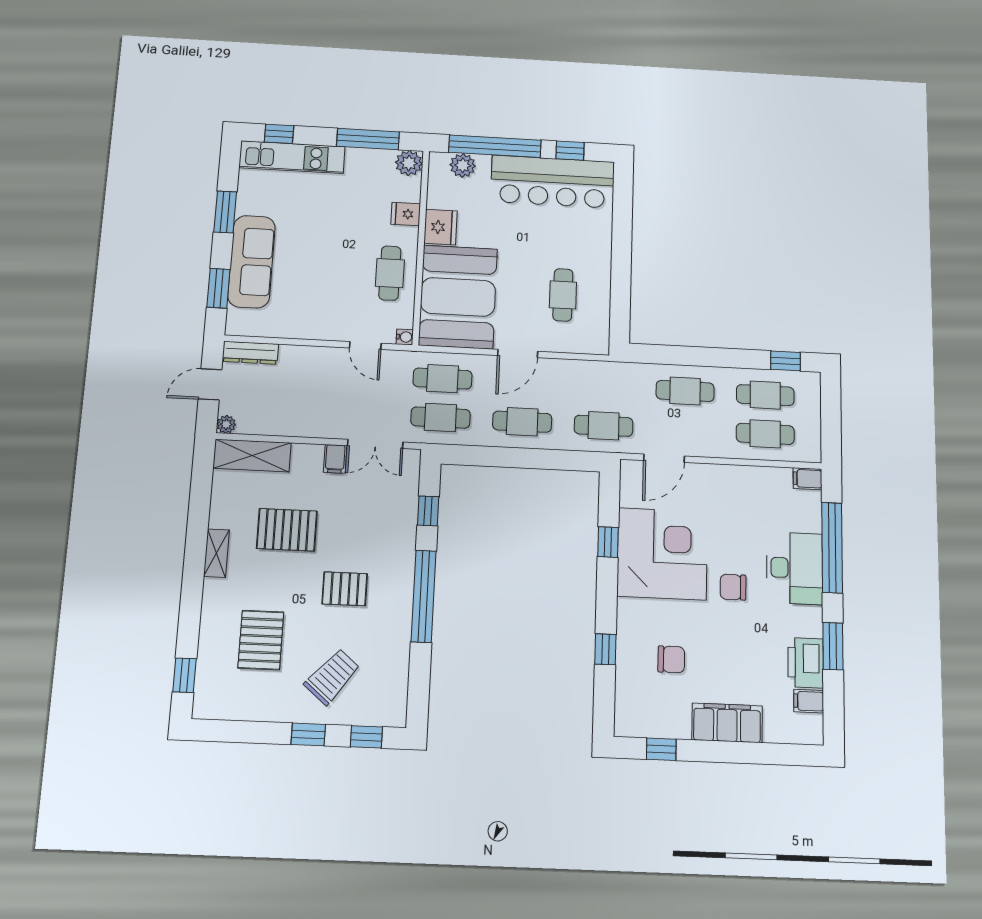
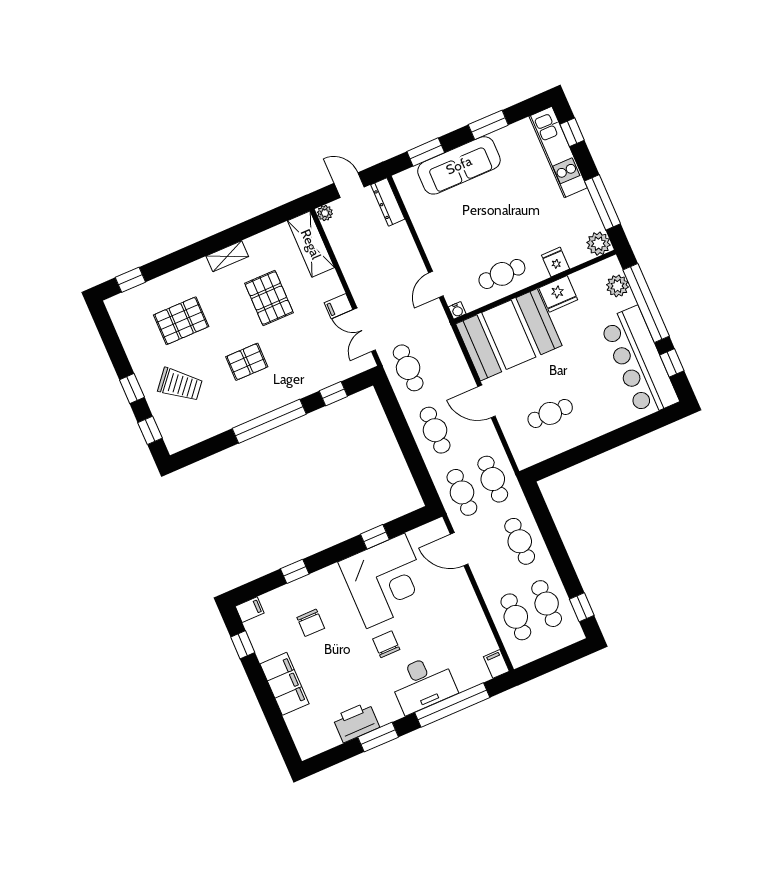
cafe table: (442, 379) -> (493, 479), moved
pallet: (345, 589) -> (247, 362), turned 90
filing cabinet: (809, 701) -> (250, 610), moved, turned 90

